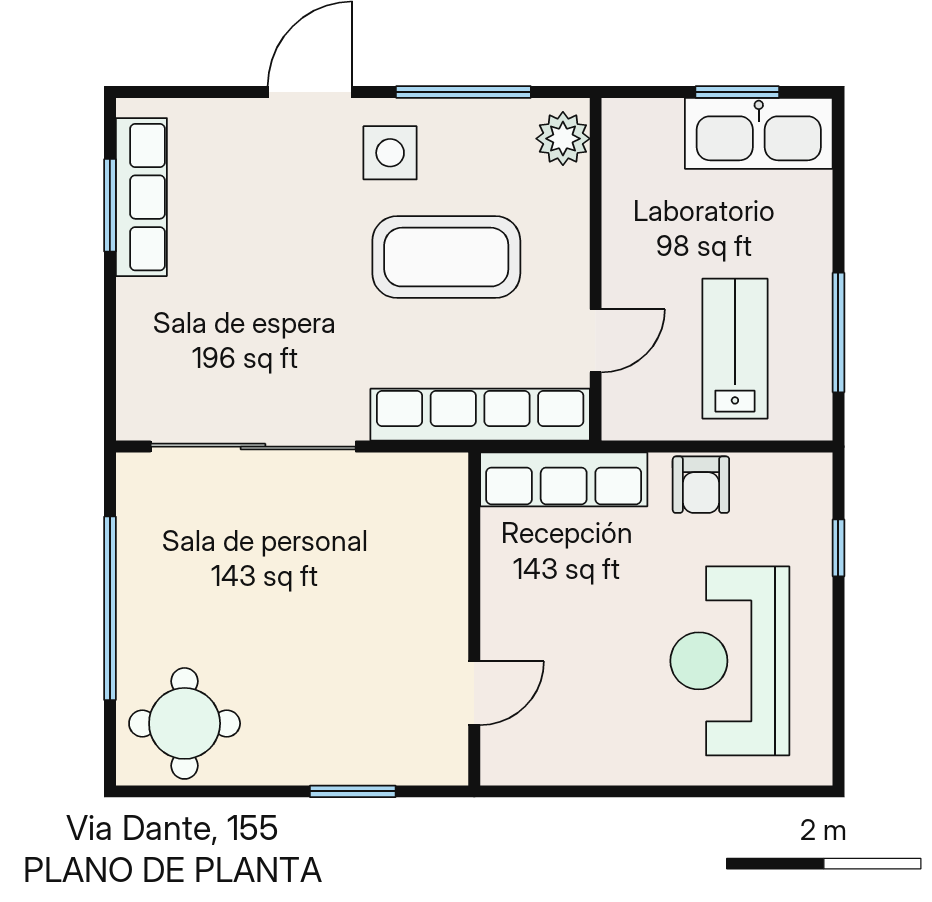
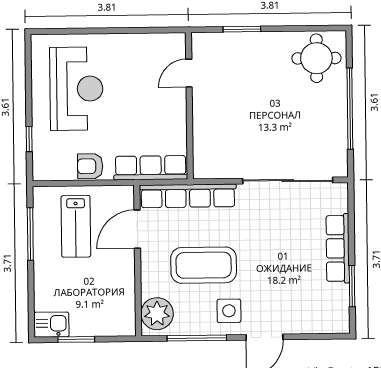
kitchen sink: (759, 133) -> (51, 325), width x0.53, depth x0.81
plant: (563, 139) -> (157, 314), width x1.36, depth x1.36
row of seats: (141, 197) -> (338, 248), moved
door: (596, 341) -> (137, 229), width x1.38
armchair: (701, 485) -> (90, 166), turned -90

